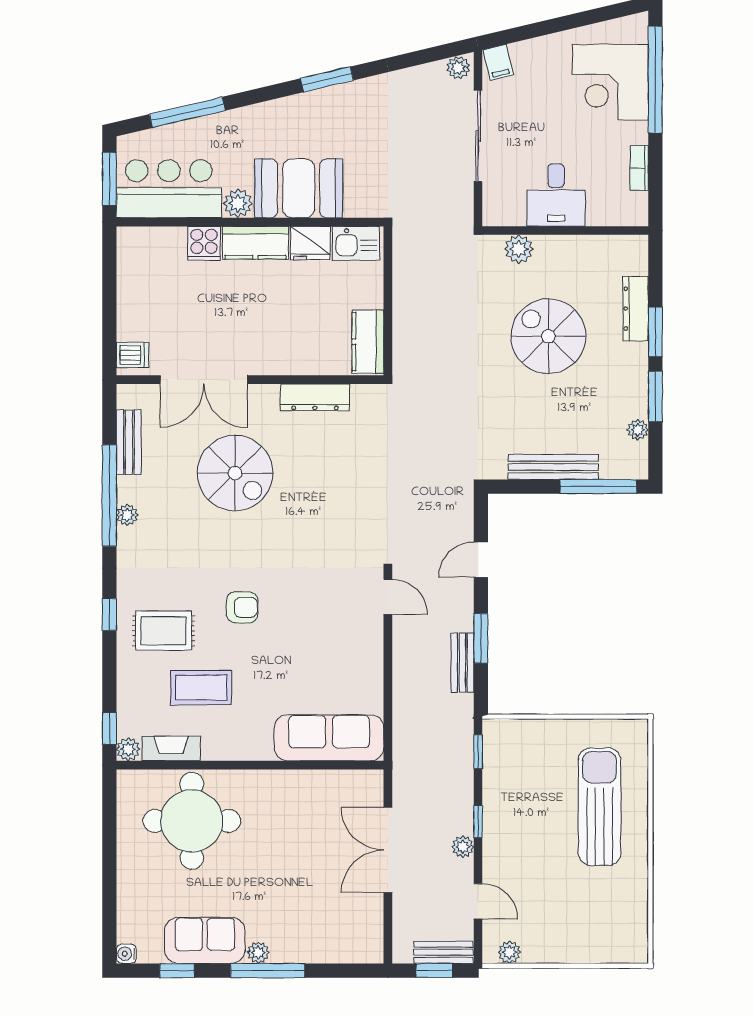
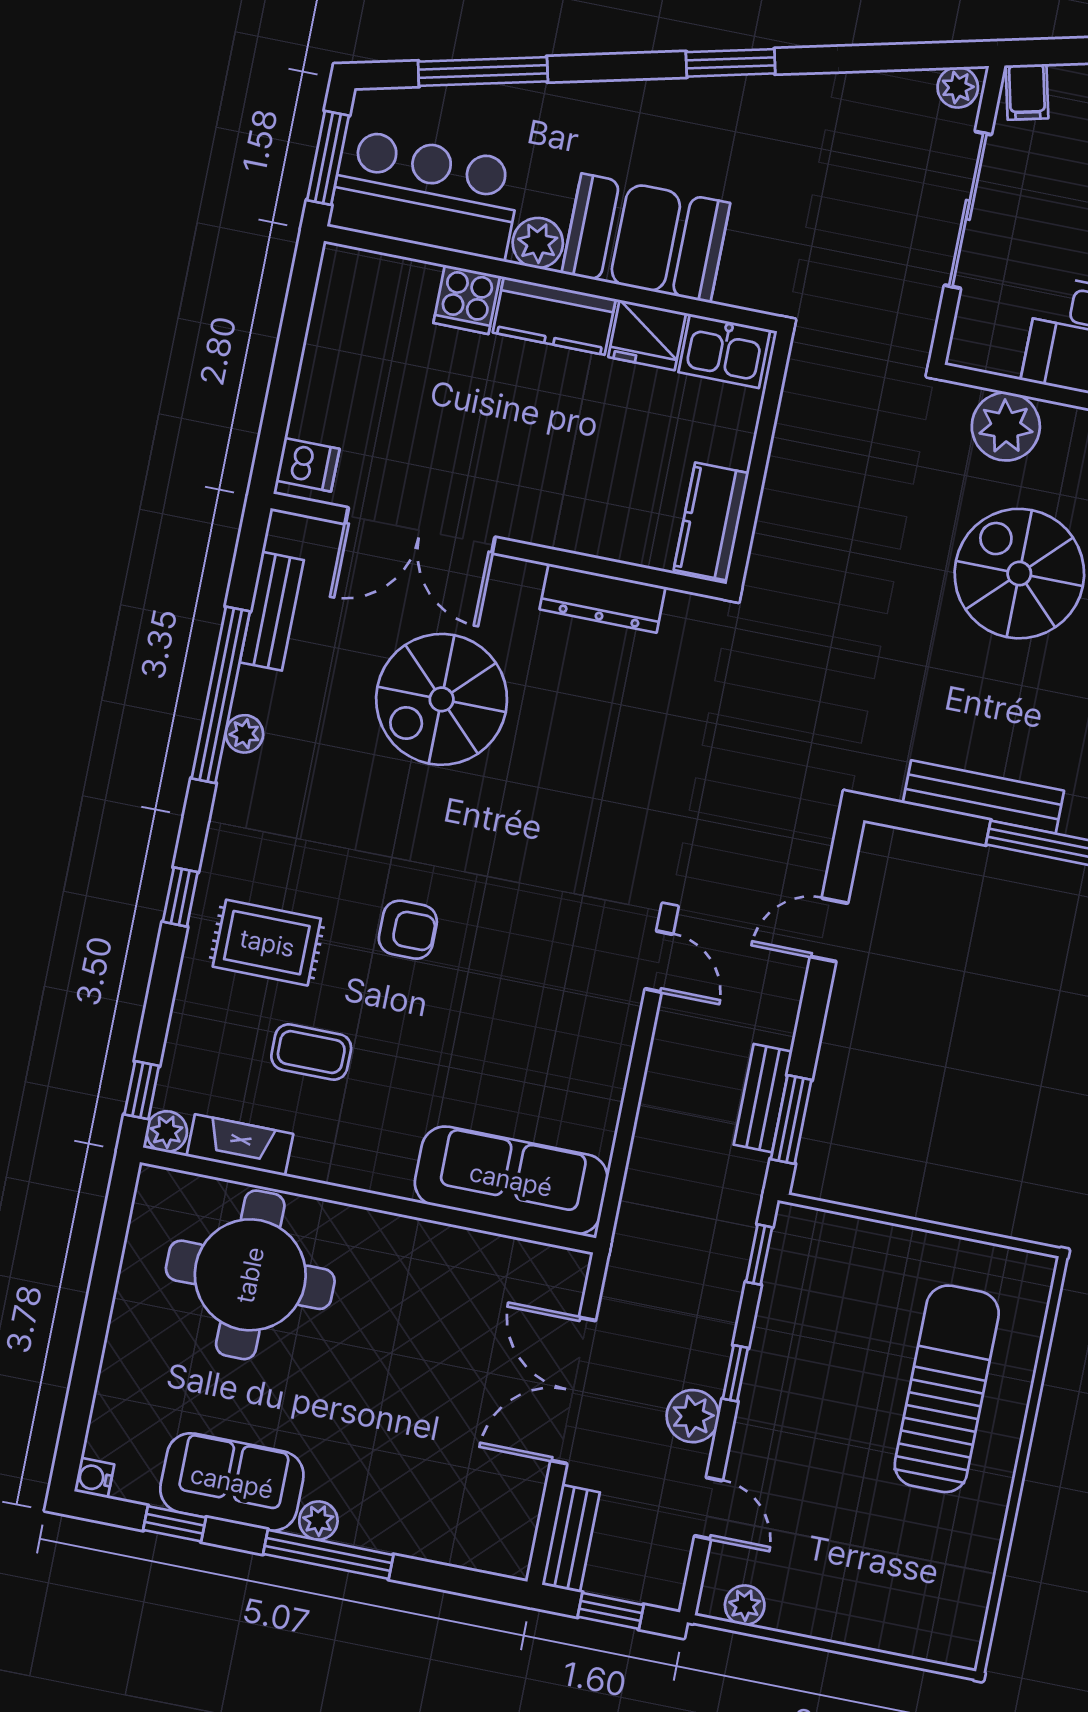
plant: (519, 249) -> (1006, 426), width x1.36, depth x1.36
spiral stairs: (235, 473) -> (442, 699), turned 90
window: (481, 638) -> (791, 1120), moved
coffee table: (201, 688) -> (311, 1052), width x0.73, depth x0.77
plant: (463, 847) -> (693, 1416), width x1.38, depth x1.38
bench: (443, 952) -> (571, 1539), moved, turned 90

